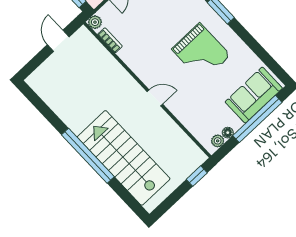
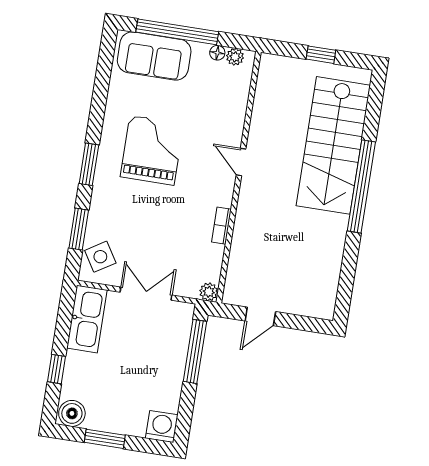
bookcase: (110, 40) -> (221, 226), moved
window: (197, 176) -> (321, 55), moved

